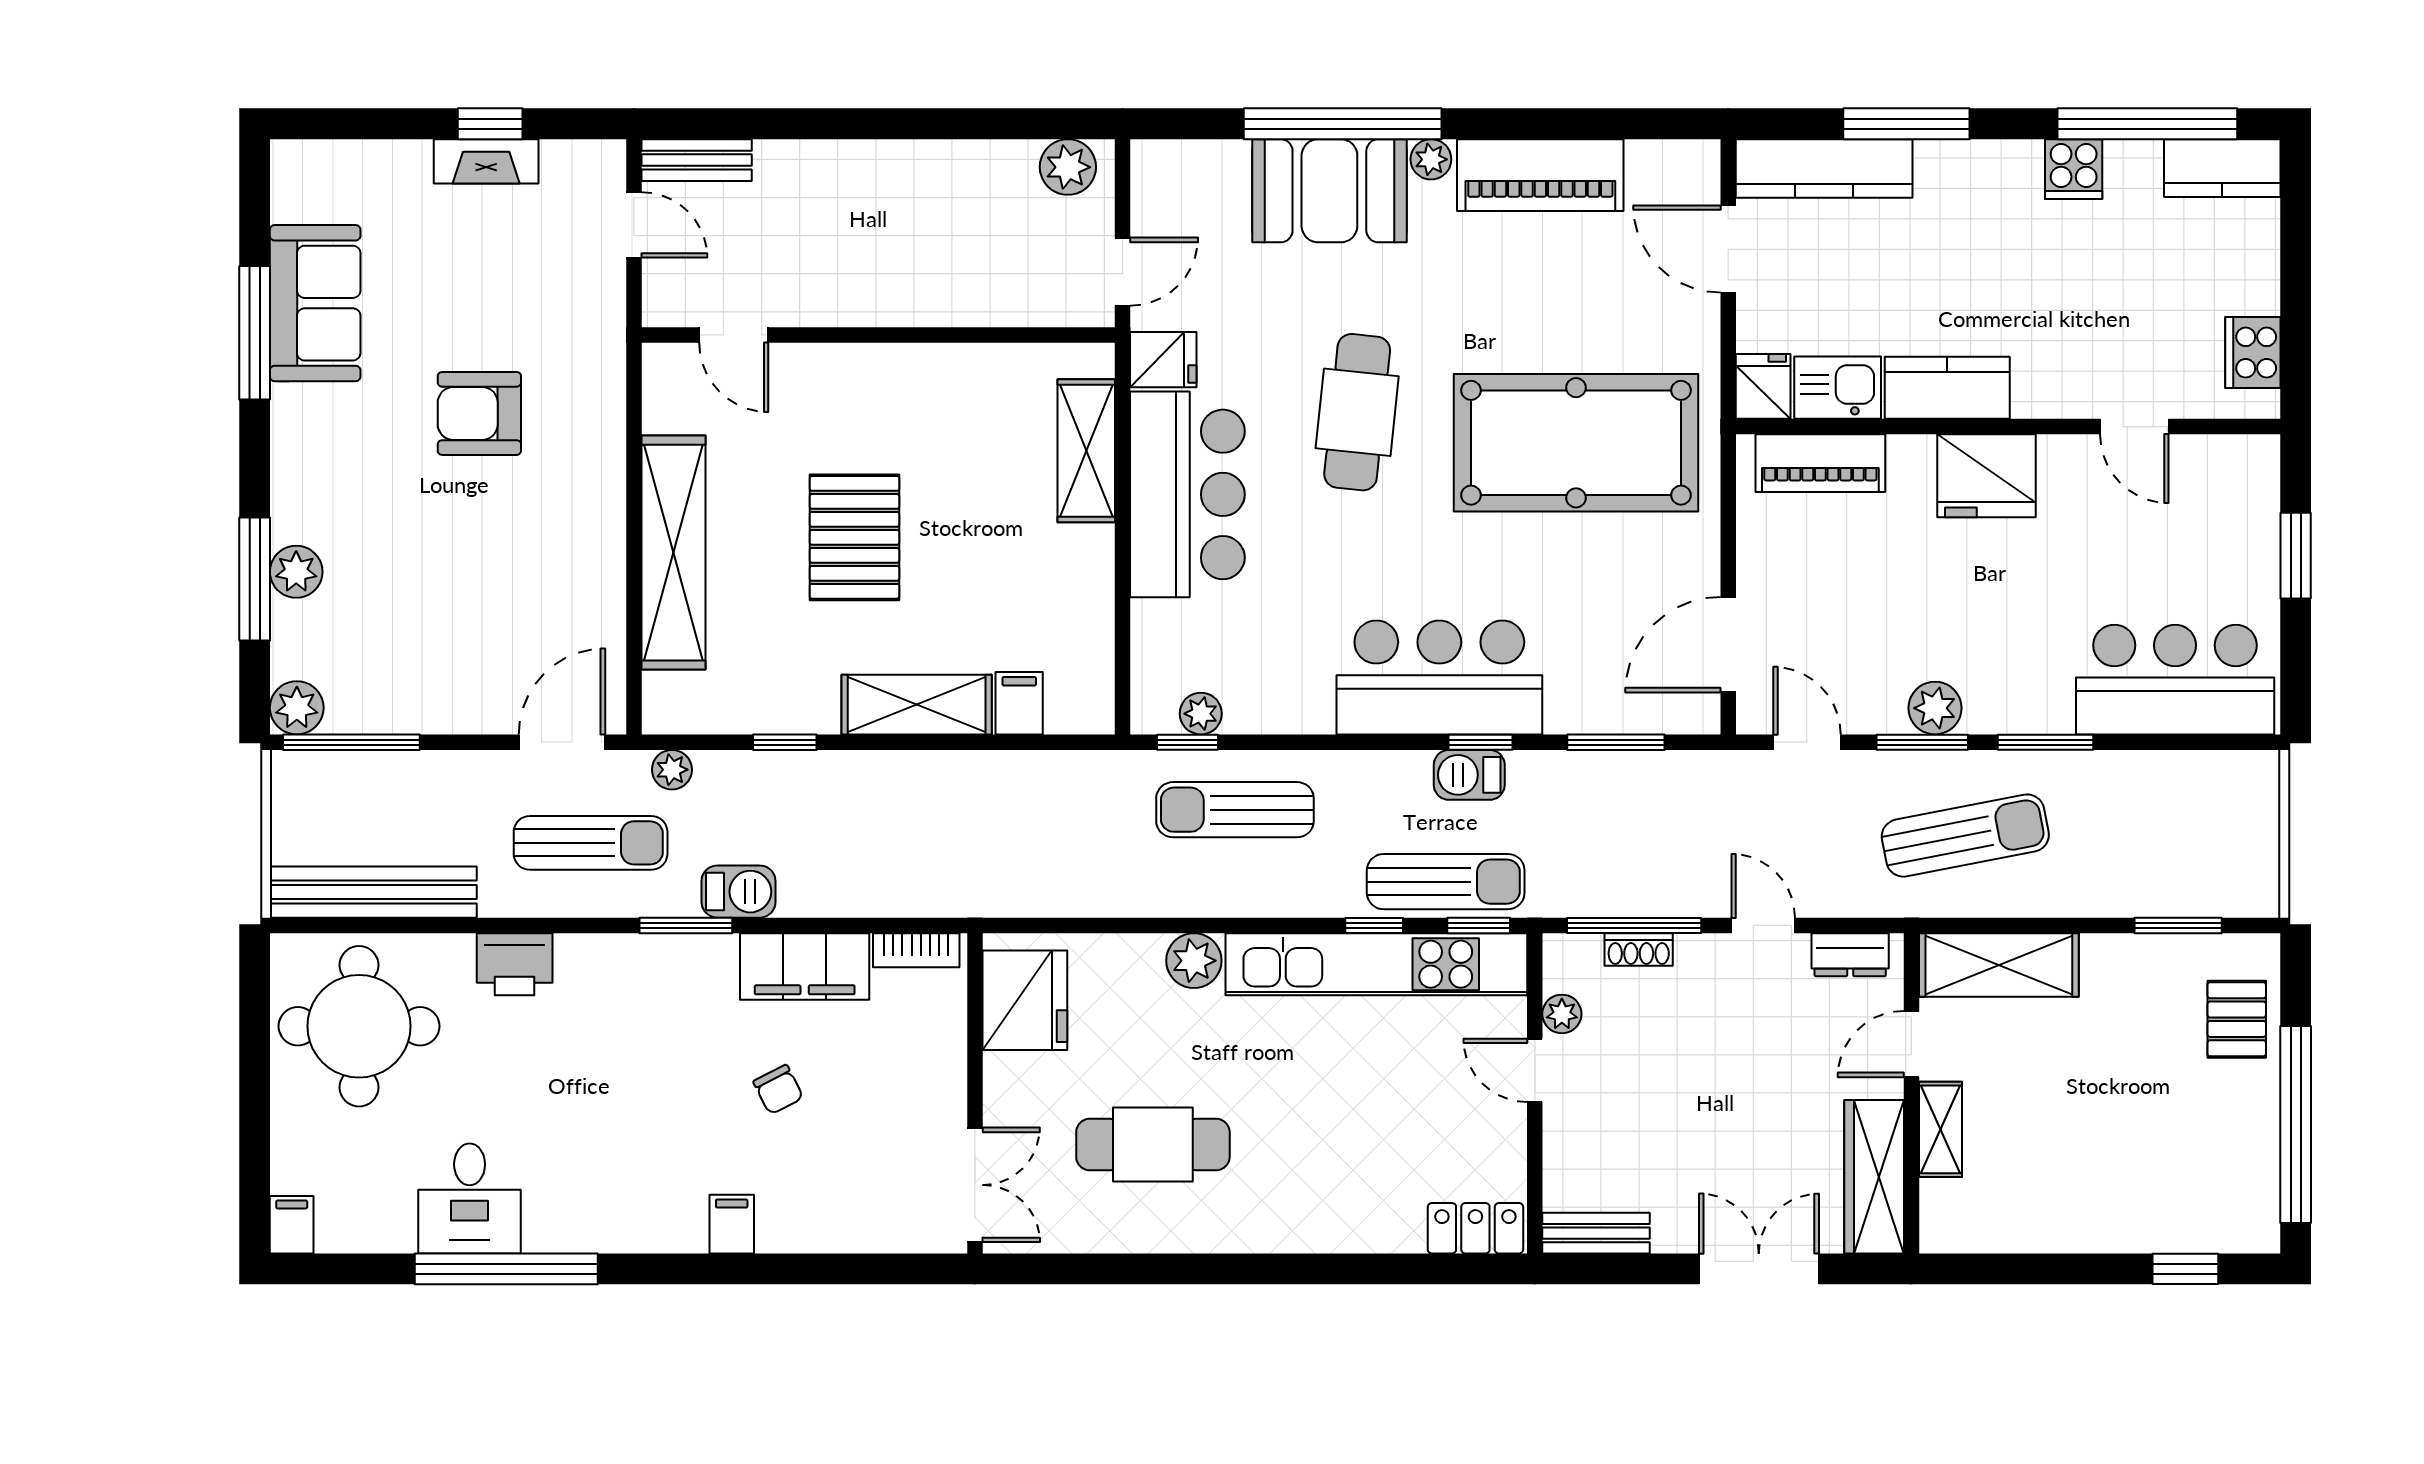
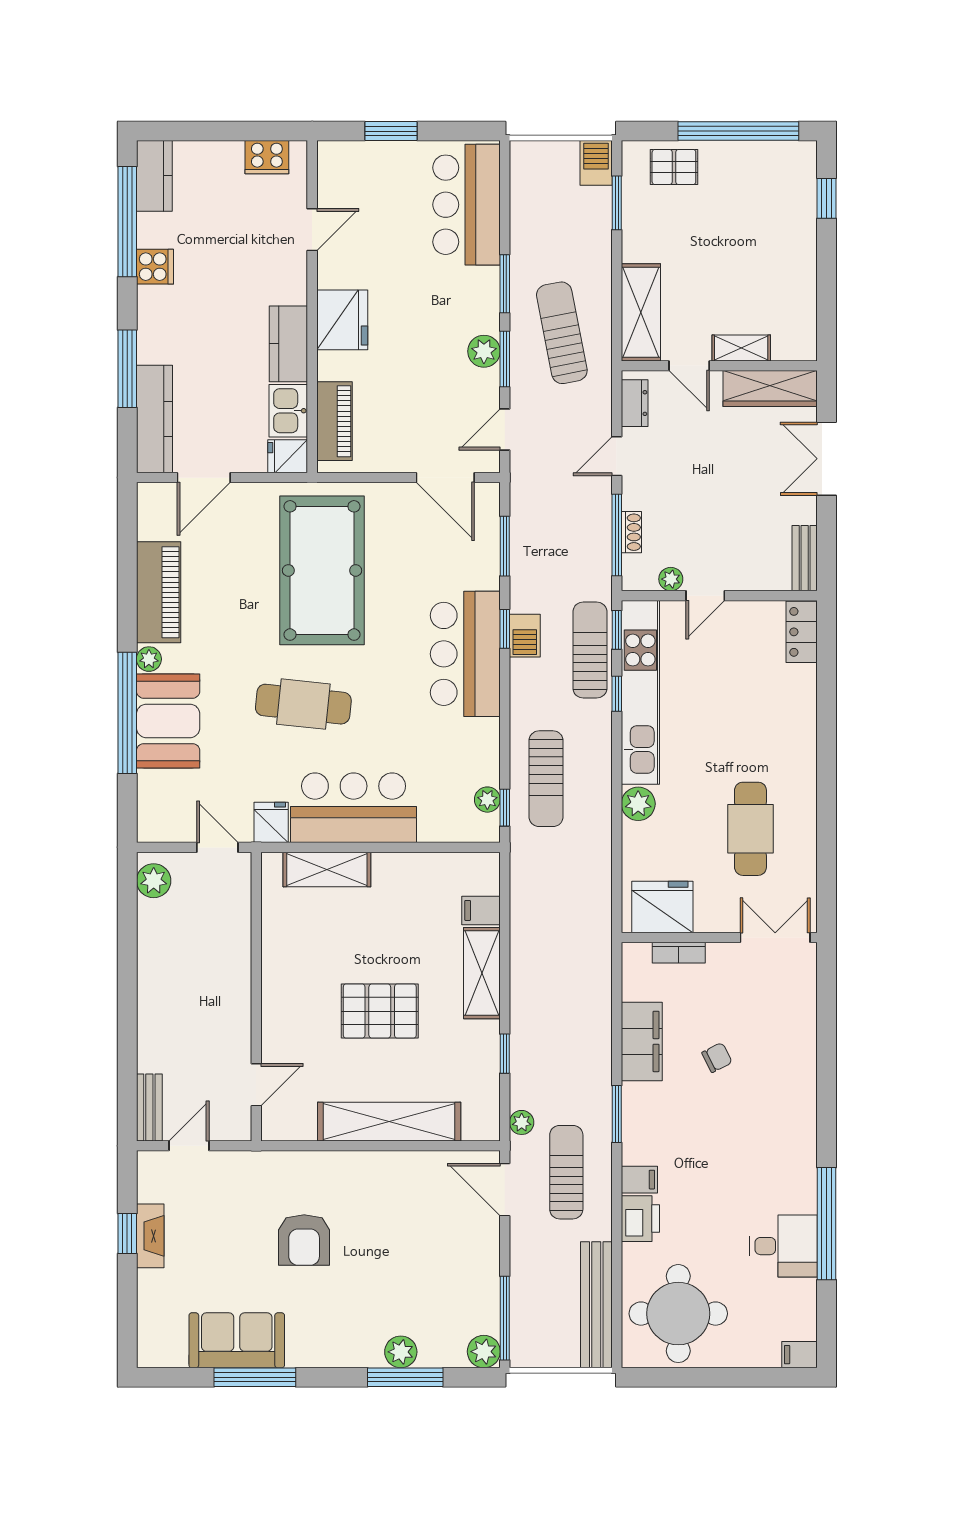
barbecue: (739, 892) -> (596, 163), moved
bookcase: (916, 950) -> (679, 953), moved, turned 90
filing cabinet: (732, 1224) -> (639, 1180), moved, turned 180

